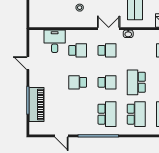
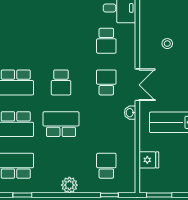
school desk: (107, 50) -> (106, 82), turned 180
school desk: (78, 82) -> (61, 41), removed

